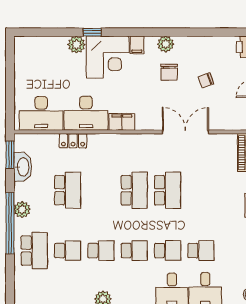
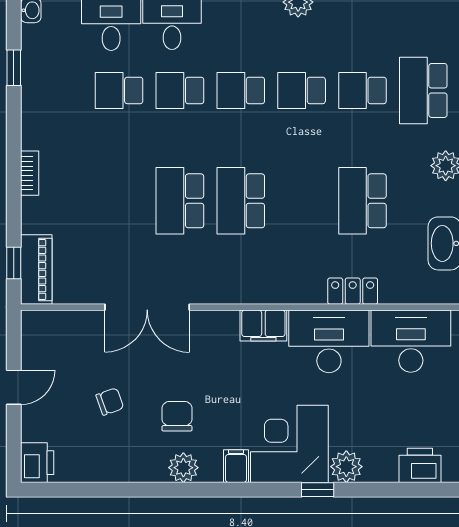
printer: (36, 45) -> (420, 465), added

